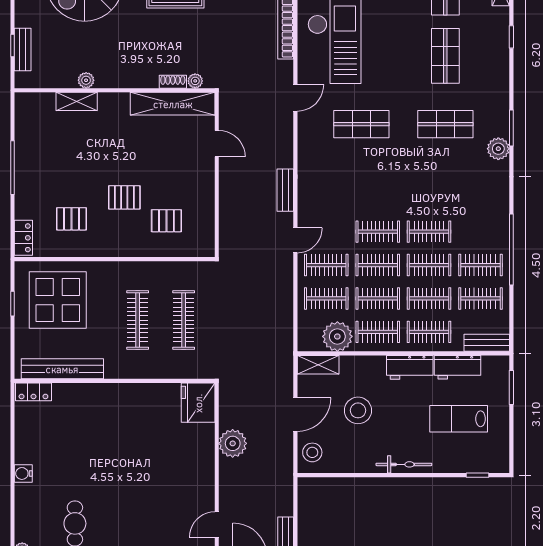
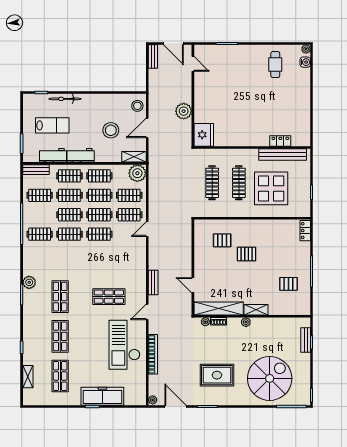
plant: (86, 80) -> (246, 322), moved
shelving: (77, 101) -> (256, 310), moved
shop shelf: (445, 124) -> (60, 297), turned 90
bench: (285, 190) -> (153, 283), moved
pallet: (71, 219) -> (288, 284), moved
clothes rail: (480, 265) -> (40, 234), moved
display table: (58, 300) -> (271, 188), moved
plant: (337, 336) -> (137, 173), moved
locker: (33, 392) -> (280, 141), moved
bicycle: (404, 464) -> (65, 99), moved
water cooler: (23, 473) -> (305, 62), moved
door: (217, 525) -> (193, 64), hinge flipped

